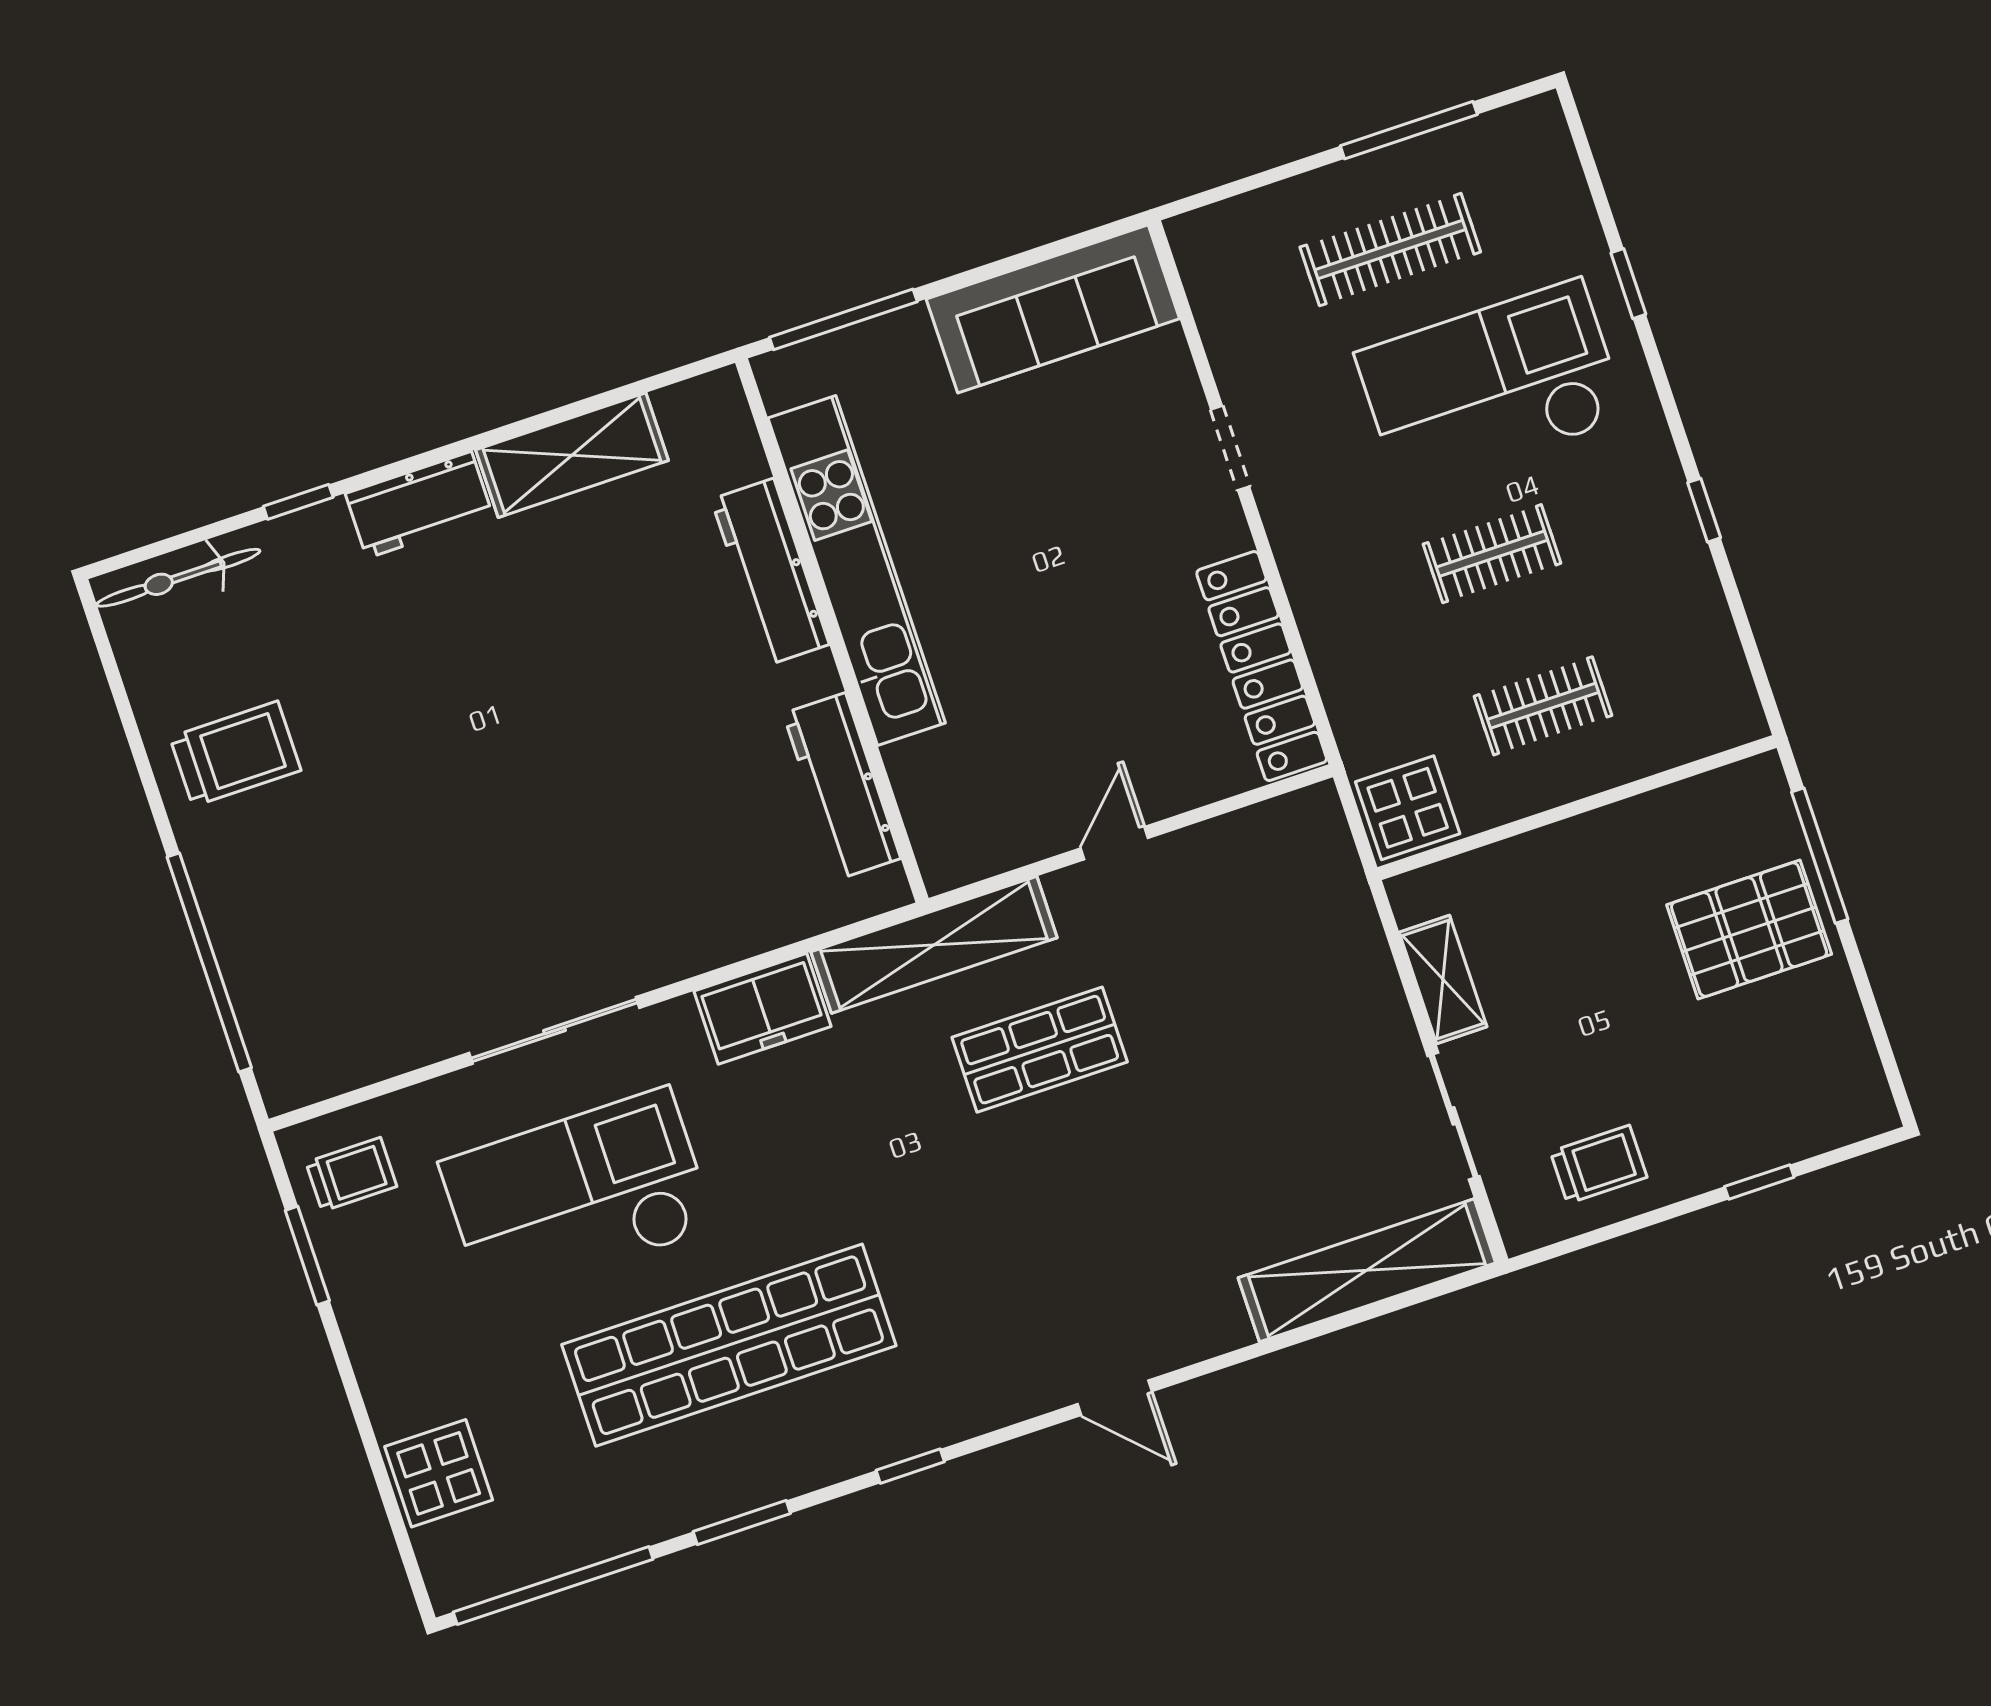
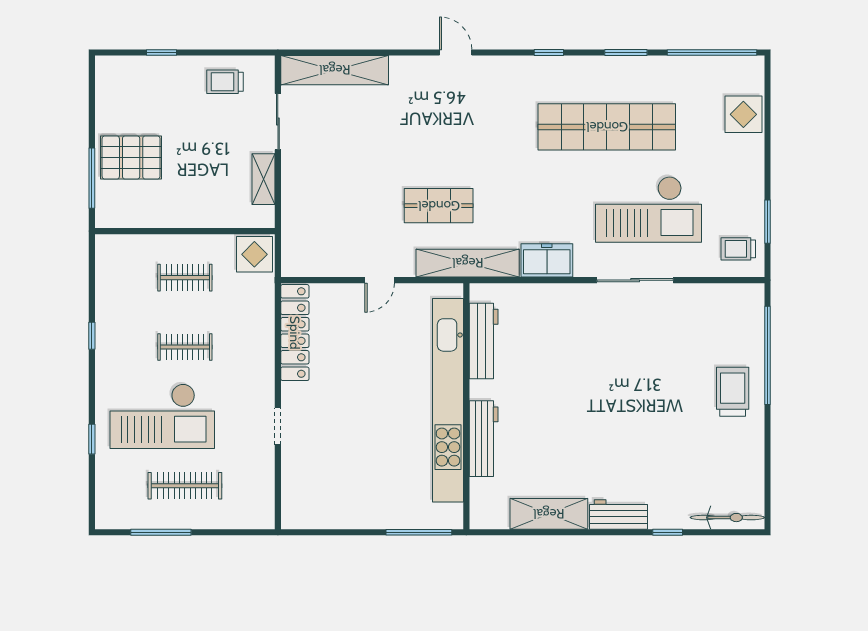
sofa: (1053, 309) -> (331, 508), removed
kitchen unit: (857, 571) -> (448, 400), width x1.36
trolley: (235, 754) -> (733, 392), moved, turned 90

